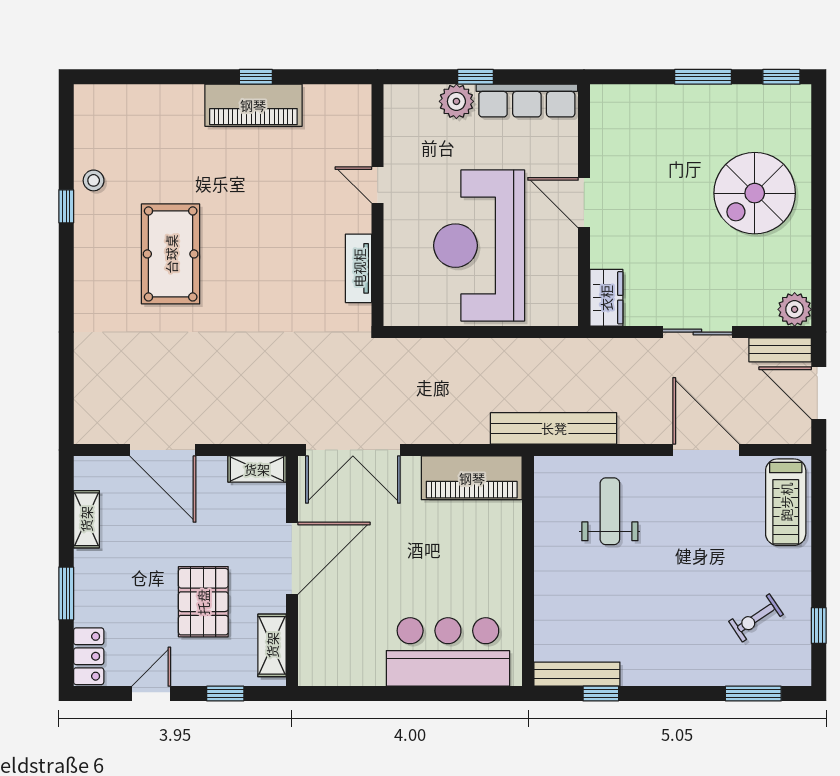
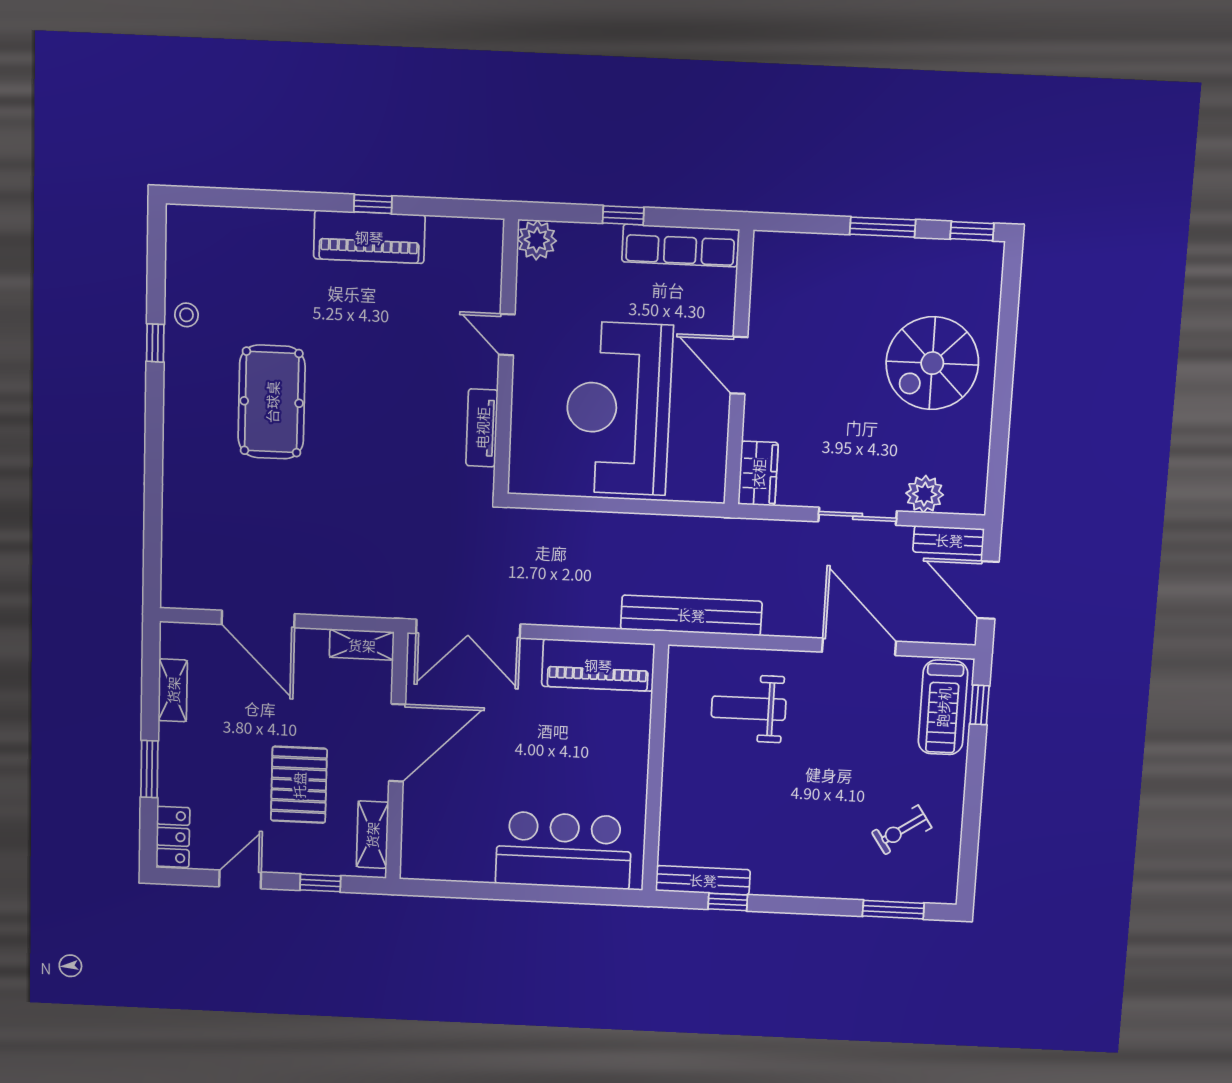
plant: (456, 101) -> (537, 240), moved
plant: (795, 309) -> (925, 494), moved
weight bench: (610, 511) -> (749, 708), turned -90
window: (819, 626) -> (980, 705), moved

